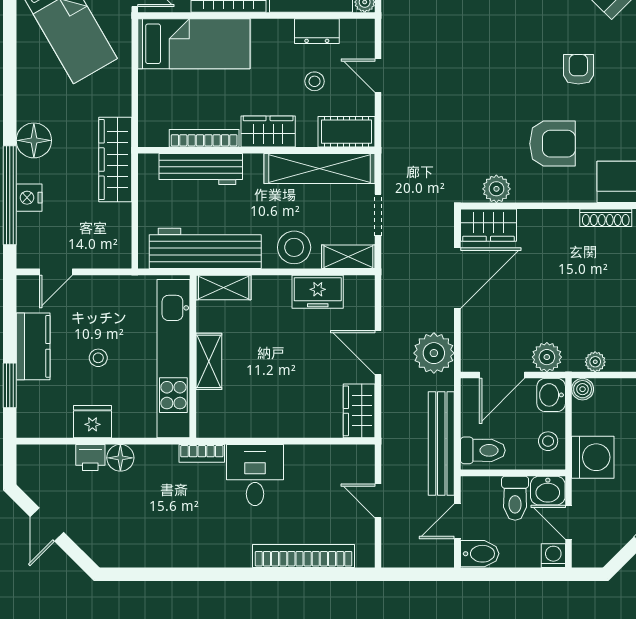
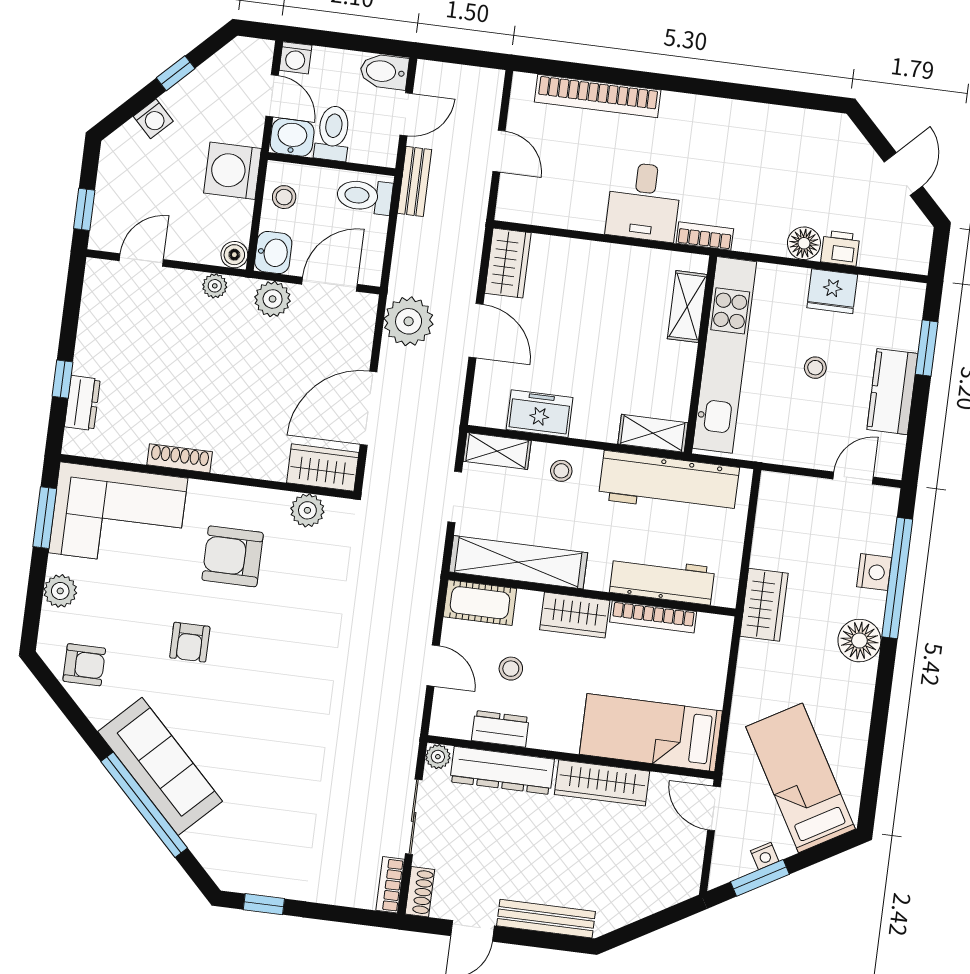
wardrobe: (115, 160) -> (764, 605), width x0.67
stool: (294, 247) -> (561, 471), width x0.53, depth x0.53
shelving: (209, 361) -> (687, 307), moved
bench: (441, 443) -> (415, 181), width x0.54, depth x0.82

